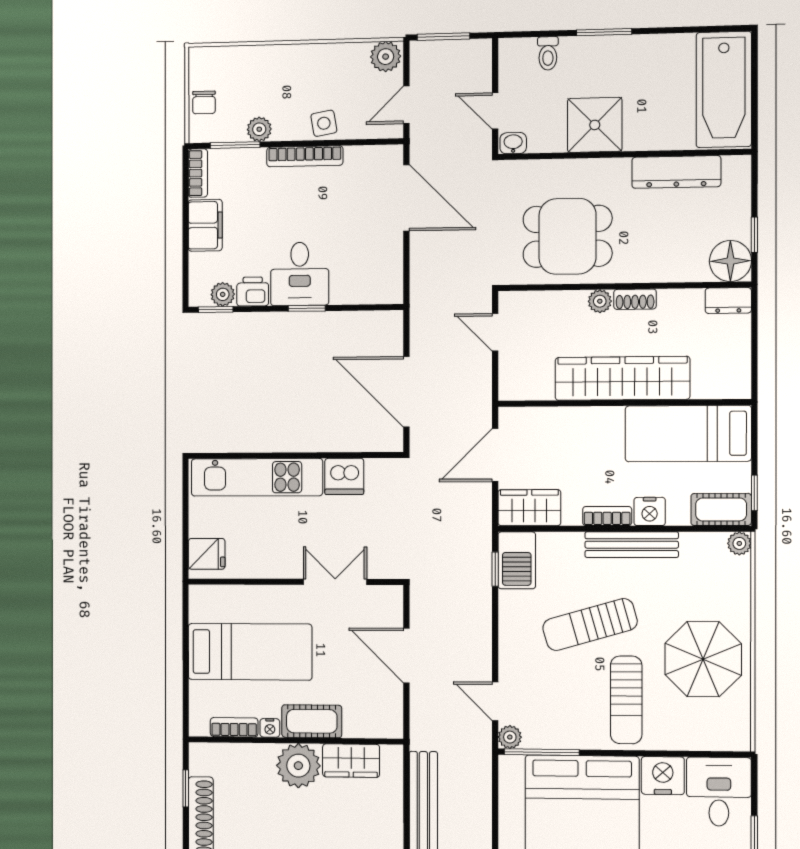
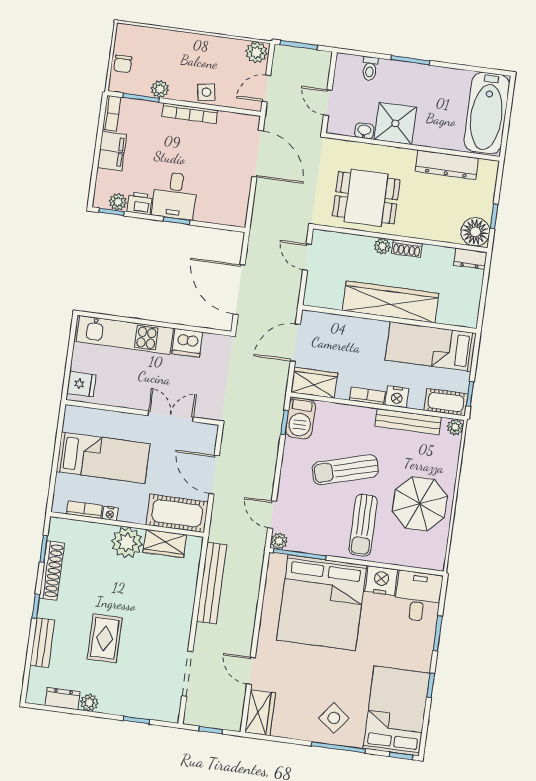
washbasin: (513, 143) -> (364, 131), moved
bench: (632, 545) -> (408, 422), moved
cot: (312, 721) -> (177, 513), moved, width x1.37, depth x1.34

